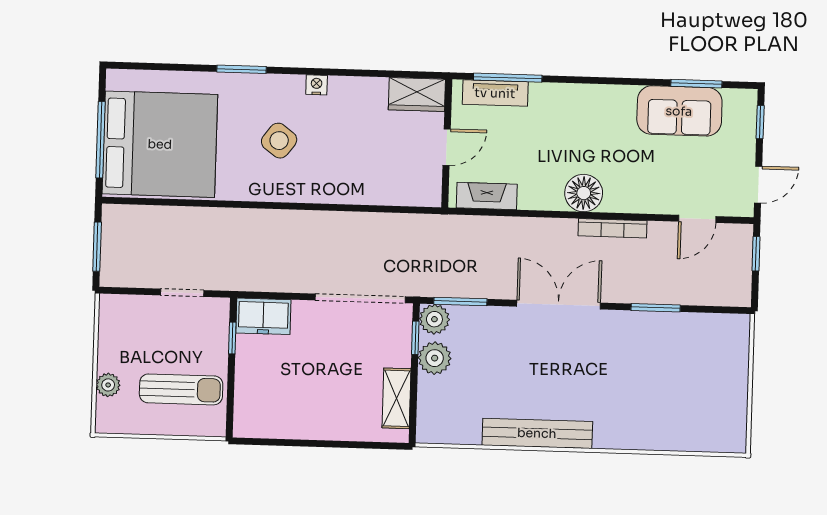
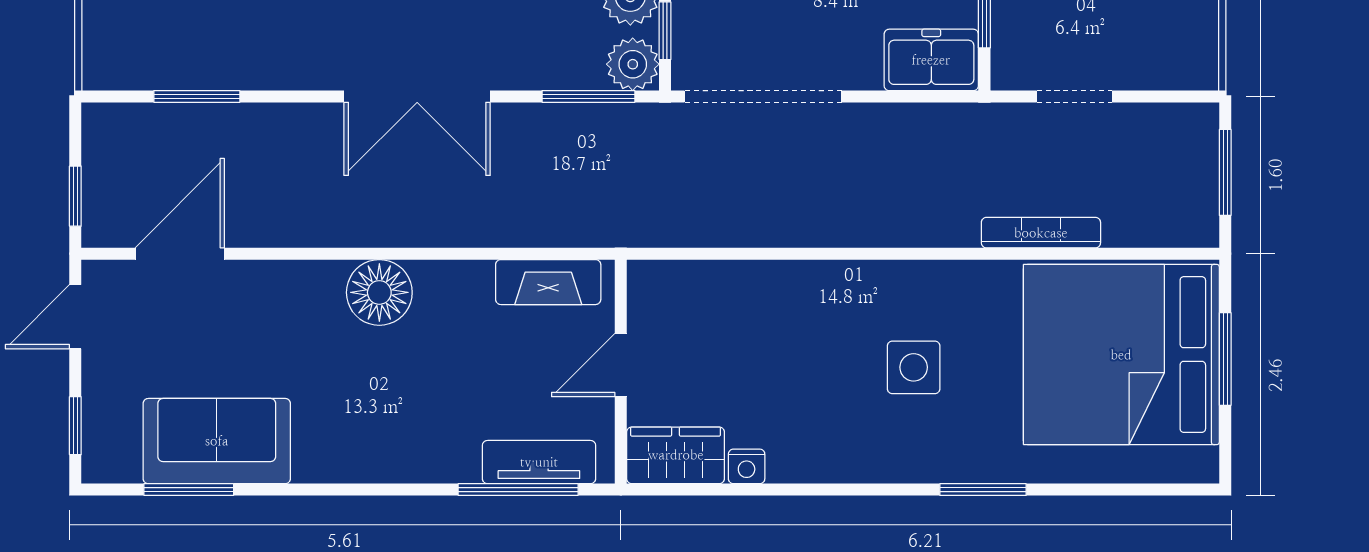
nightstand: (317, 85) -> (747, 466), moved
window: (100, 140) -> (1225, 359), width x0.69
side table: (279, 141) -> (914, 367), turned -37
door: (697, 219) -> (180, 254), width x1.38
bookcase: (612, 228) -> (1041, 233), moved
window: (656, 308) -> (197, 96), moved

